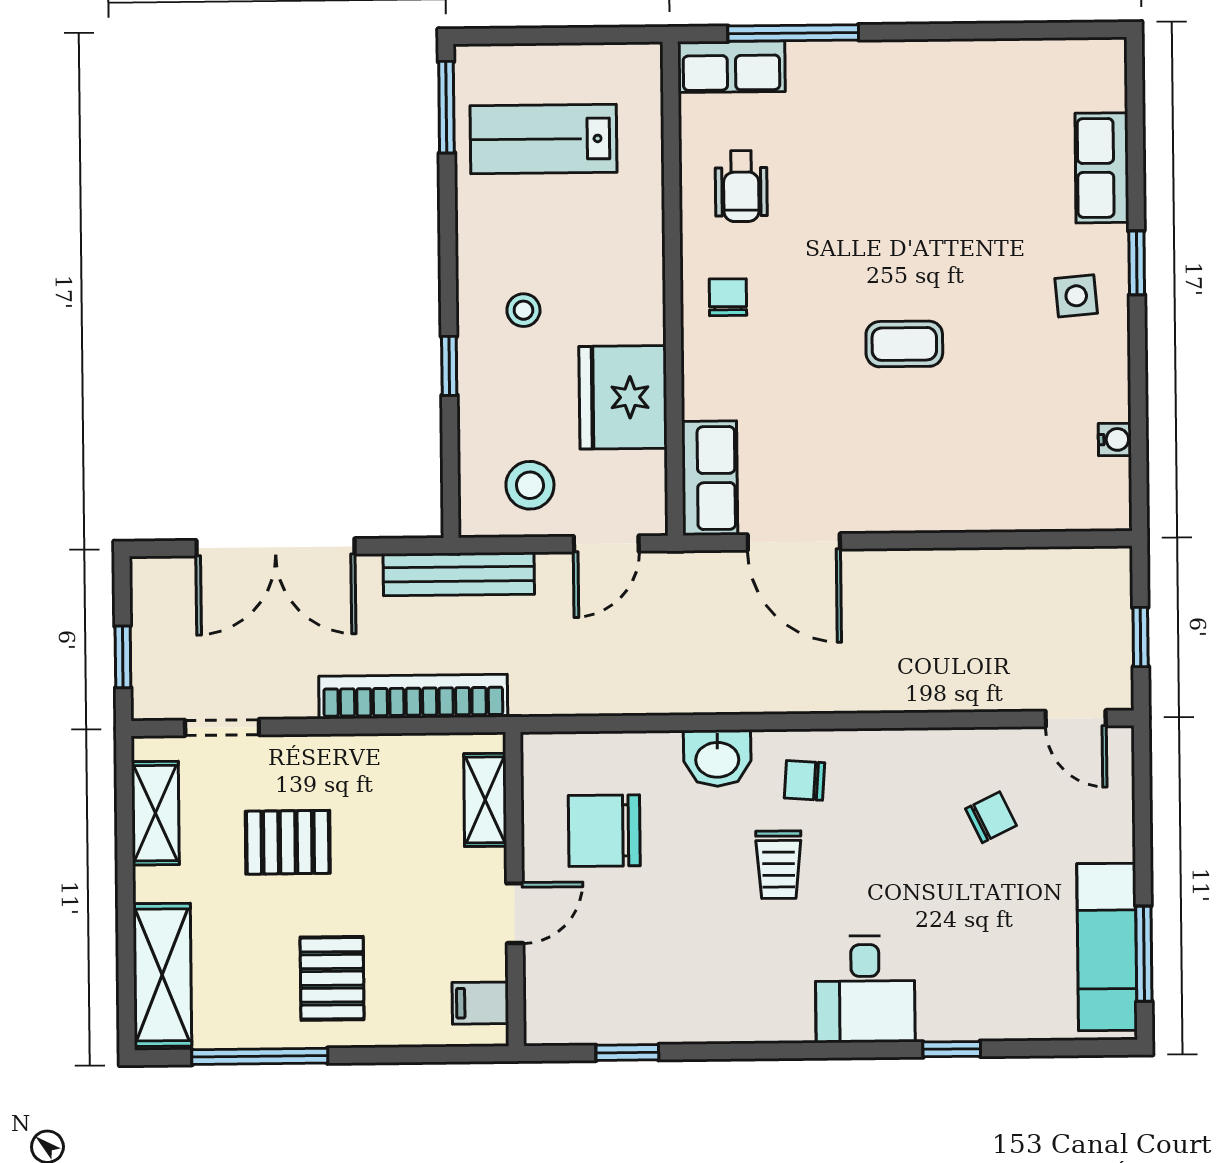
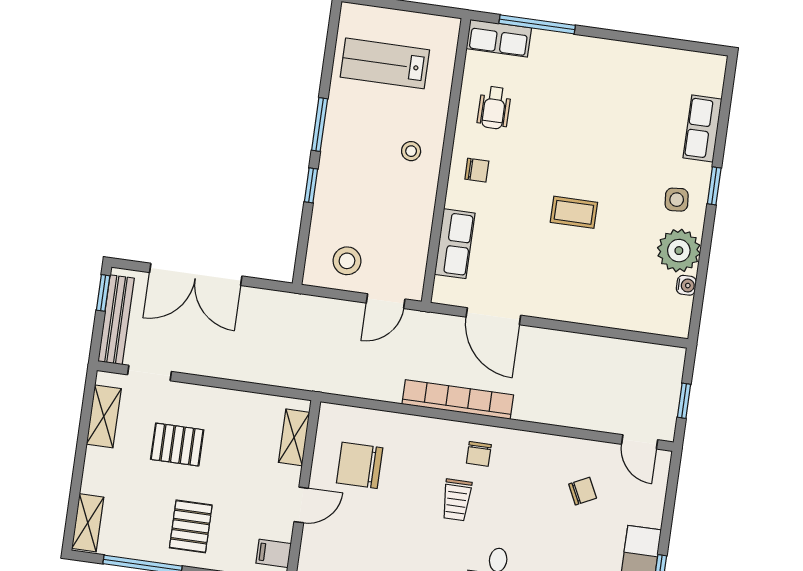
window: (446, 107) -> (320, 125), moved
chair: (728, 297) -> (477, 170), turned 90
stool: (523, 310) -> (411, 151), moved
plant: (1093, 382) -> (679, 251), added
fridge: (623, 397) -> (408, 218), removed
row of seats: (710, 478) -> (455, 244), moved
bench: (459, 574) -> (116, 320), moved, turned 90
window: (123, 657) -> (103, 293), moved
bookcase: (413, 697) -> (458, 399), moved
washbasin: (717, 758) -> (431, 434), removed
chair: (805, 780) -> (479, 454), turned -94
shelving: (162, 975) -> (88, 523), width x0.67, depth x0.75

